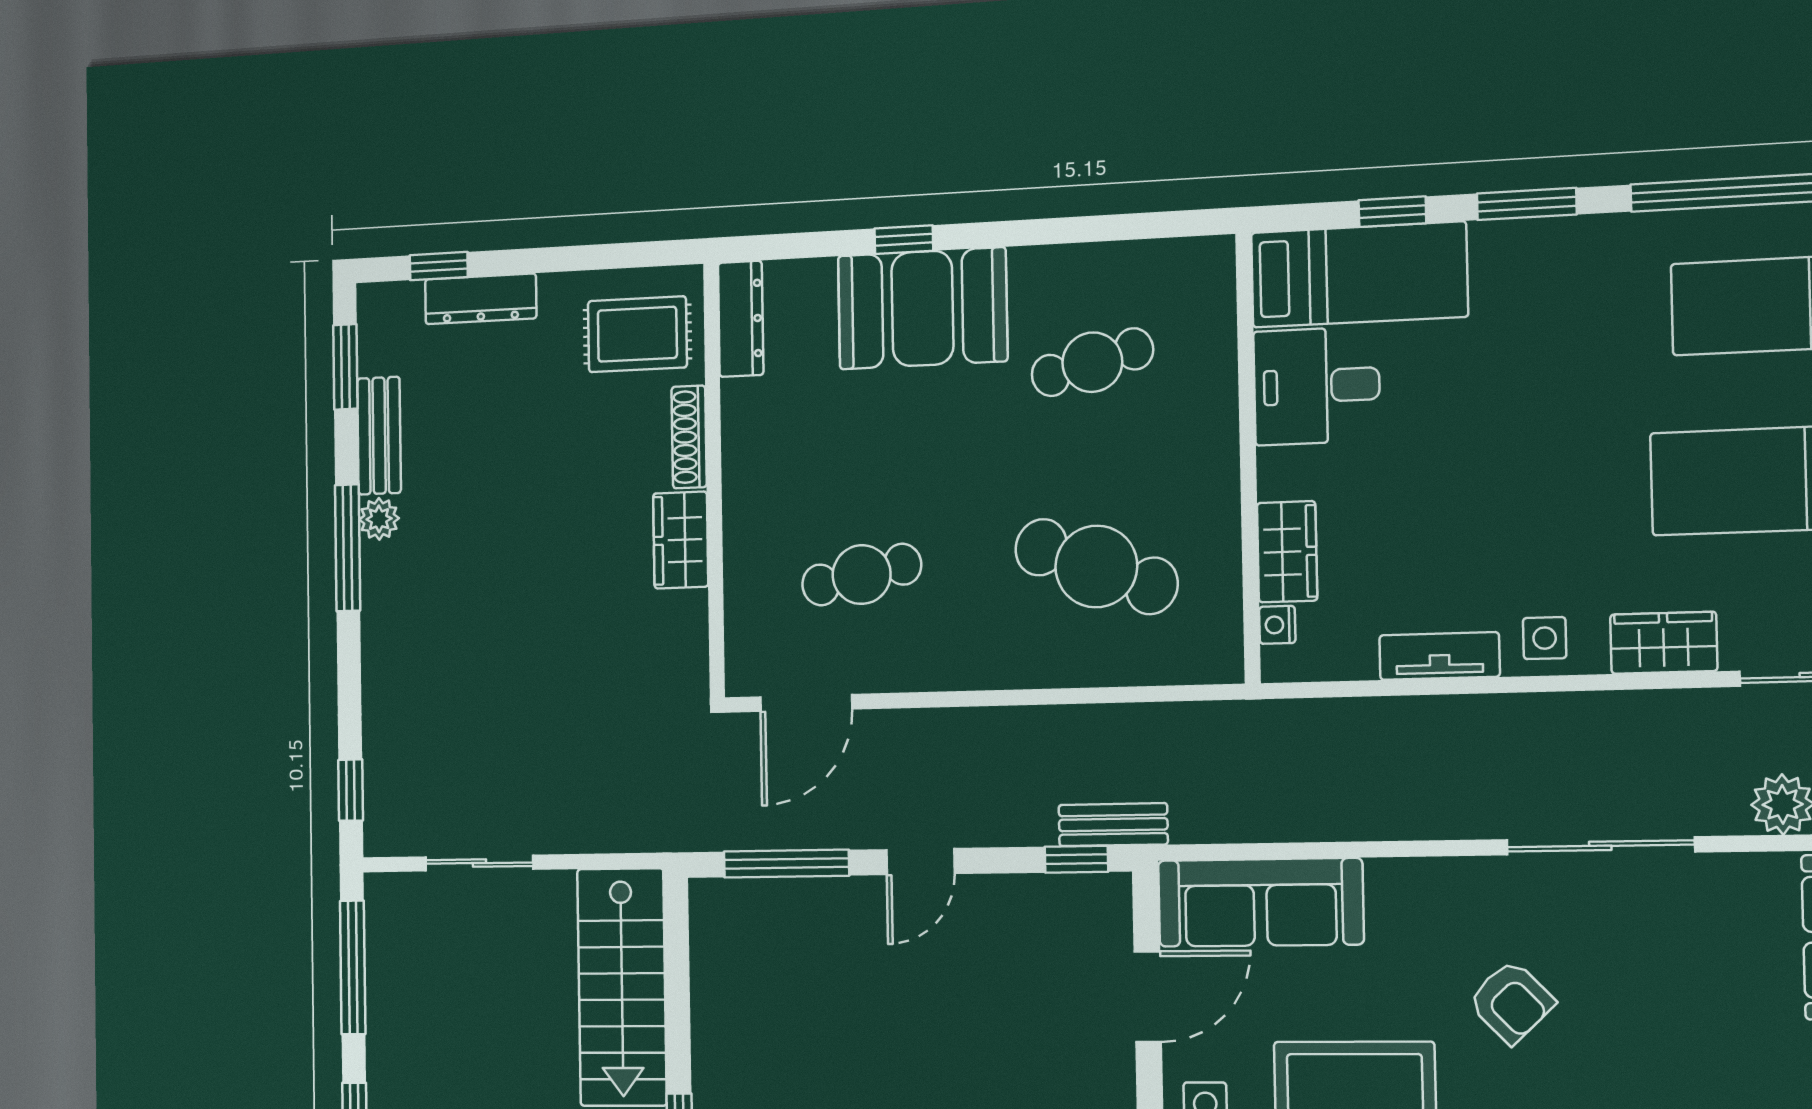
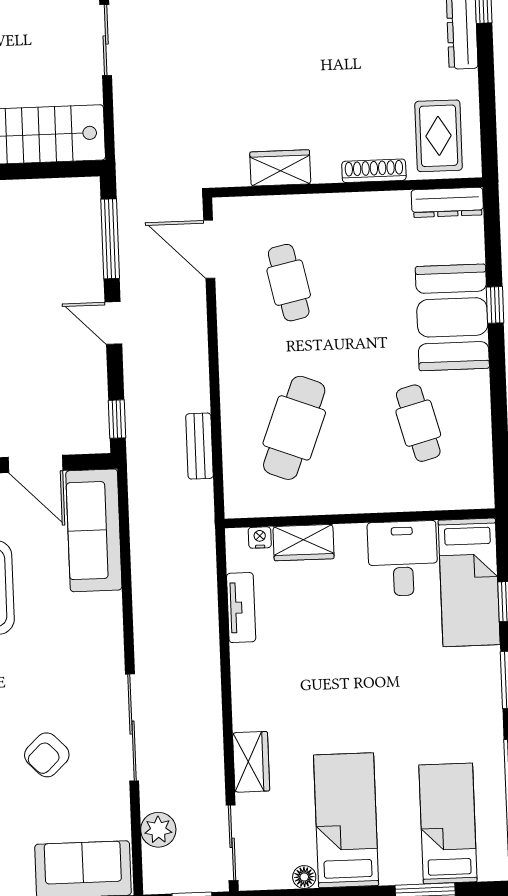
wardrobe: (681, 540) -> (280, 168), moved
side table: (1545, 638) -> (253, 694), removed
tv unit: (1439, 656) -> (241, 608), moved
bench: (1113, 825) -> (199, 446), moved
armchair: (1511, 1002) -> (47, 755), moved

